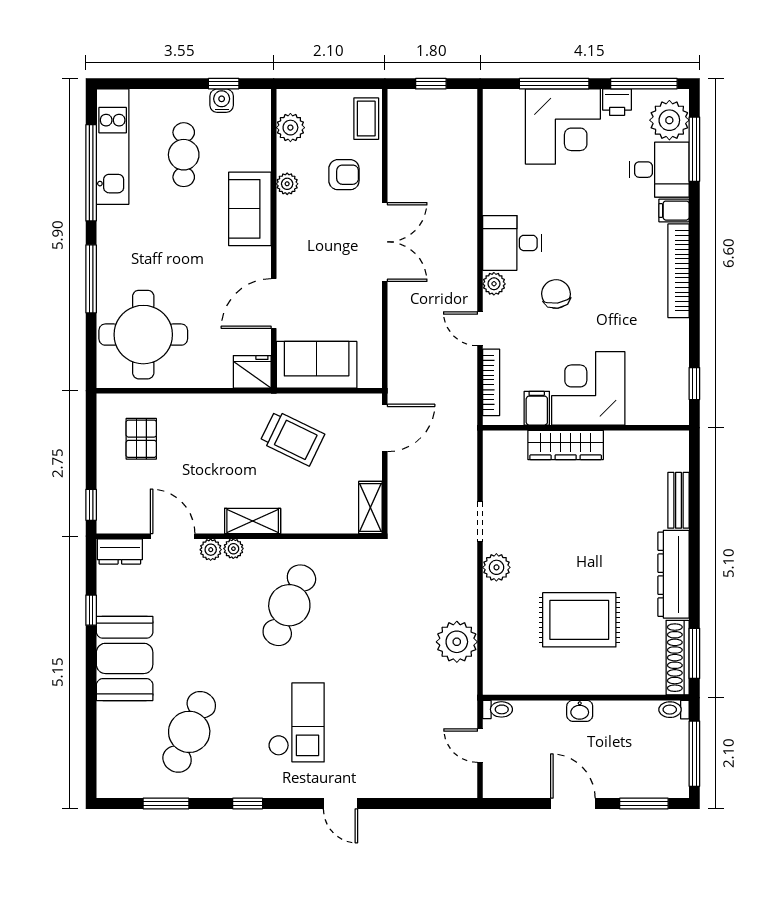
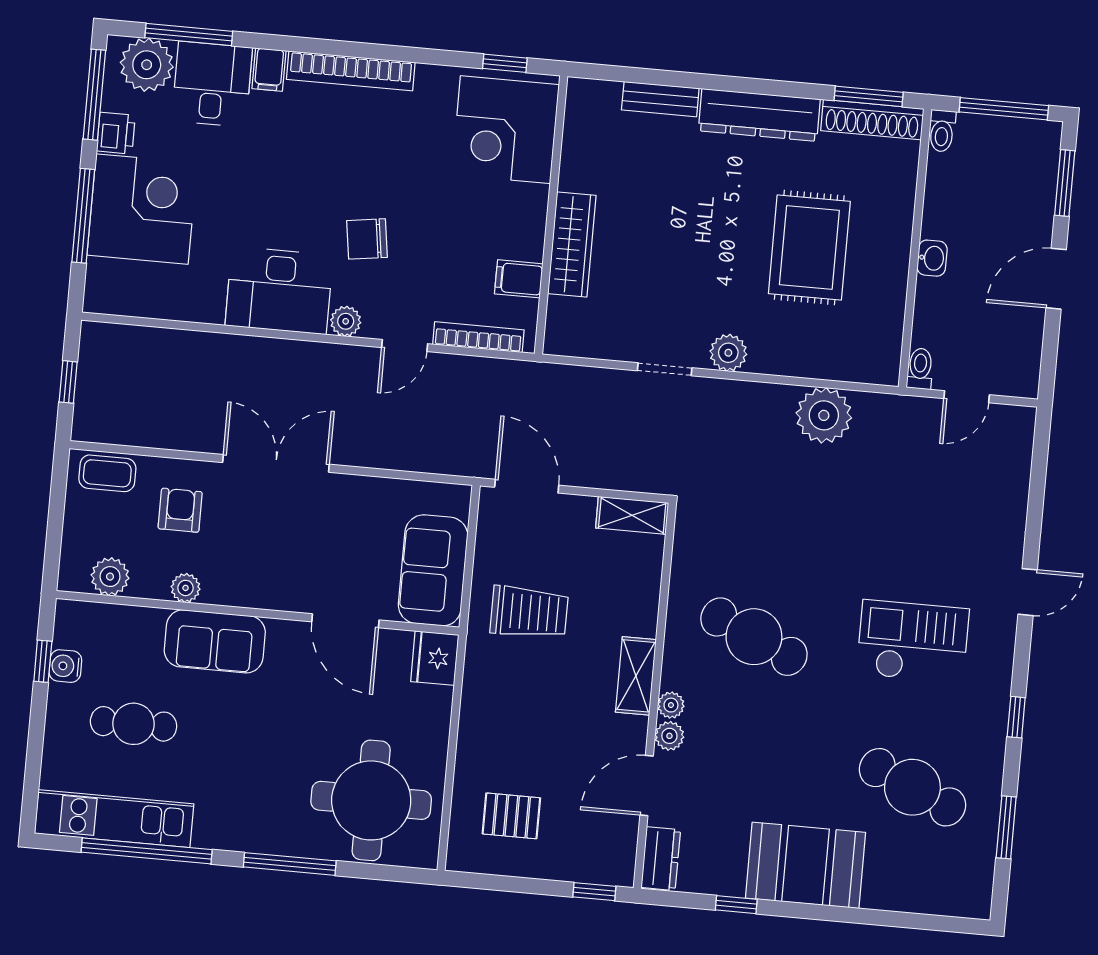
desk: (512, 243) -> (279, 290), width x1.37
corner desk: (588, 388) -> (505, 130), moved
trolley: (292, 438) -> (529, 612), turned 64

